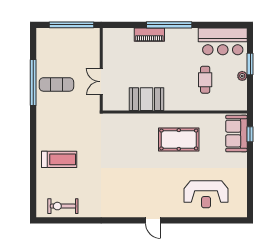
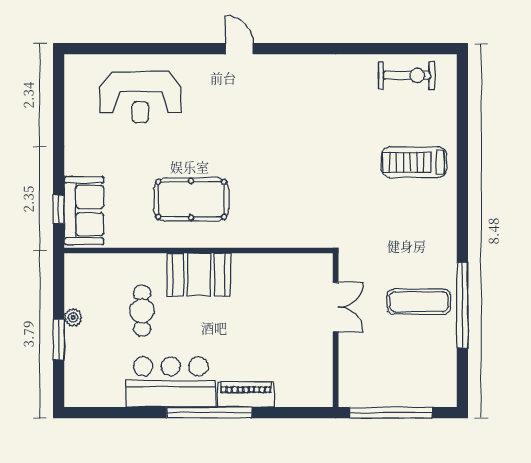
bar counter: (223, 41) -> (171, 382), moved
booth: (146, 99) -> (199, 275), moved
reception desk: (206, 194) -> (140, 97), turned 180

